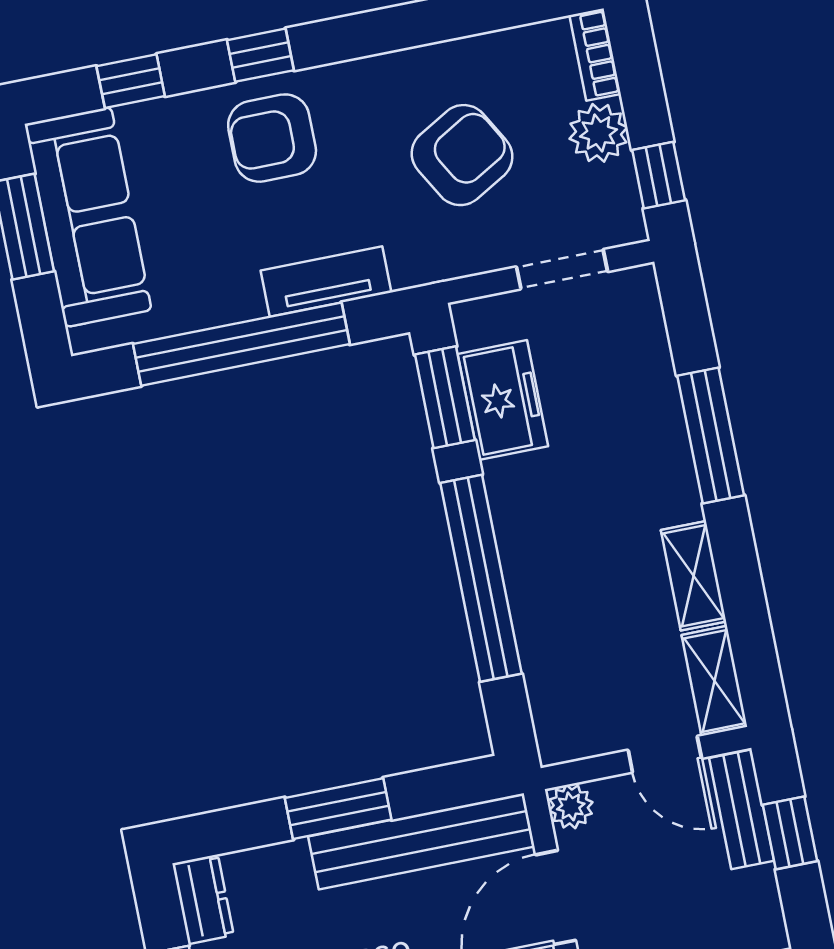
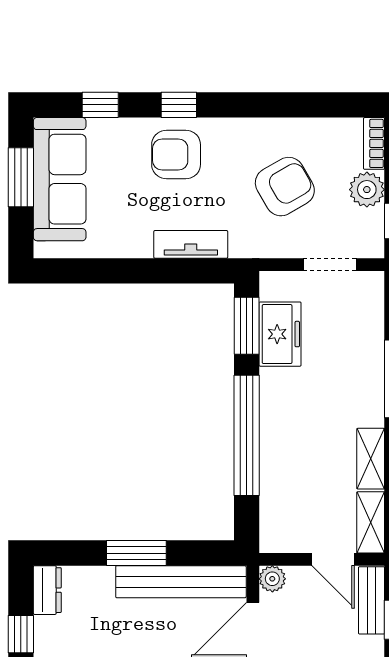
window: (241, 344) -> (134, 271), removed

